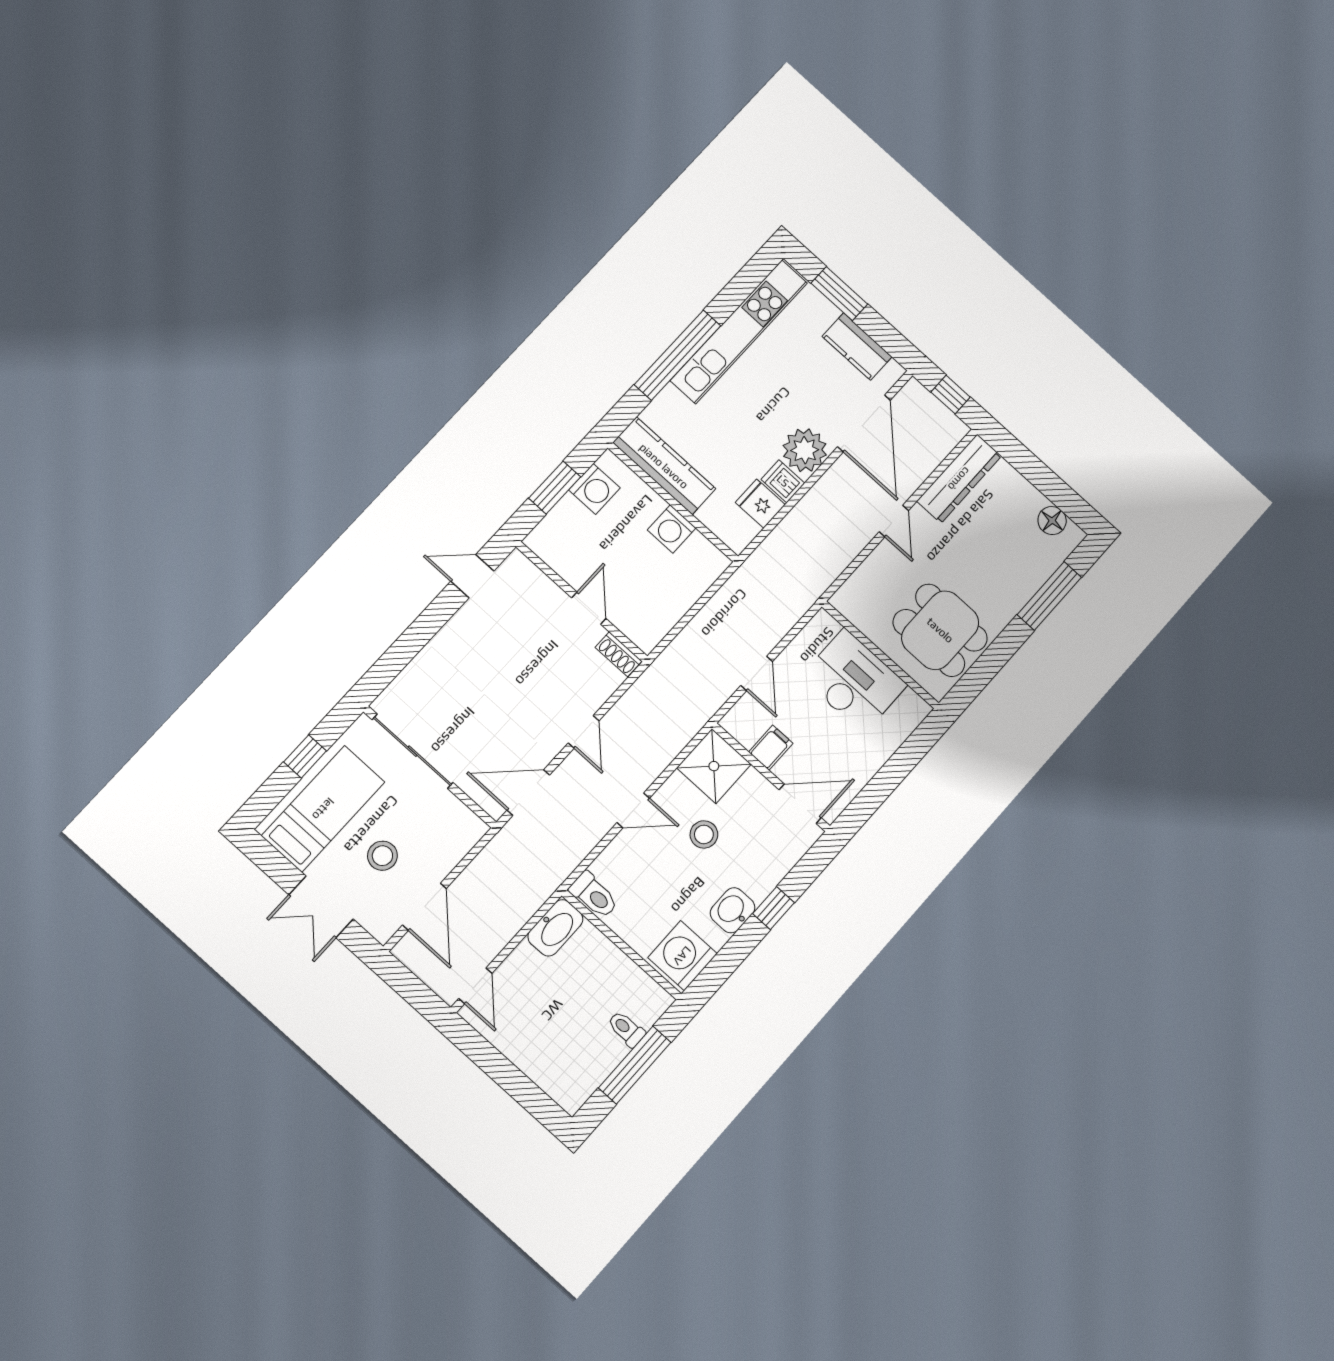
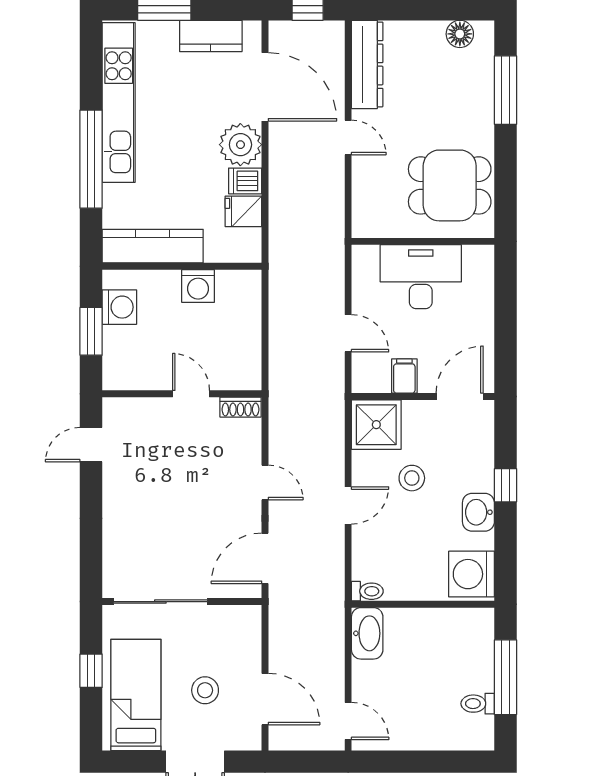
toilet: (594, 895) -> (367, 591), width x0.73, depth x0.72
toilet: (626, 1029) -> (478, 704), moved

